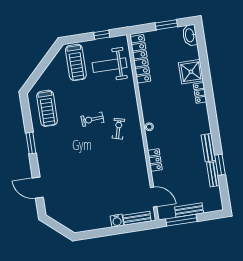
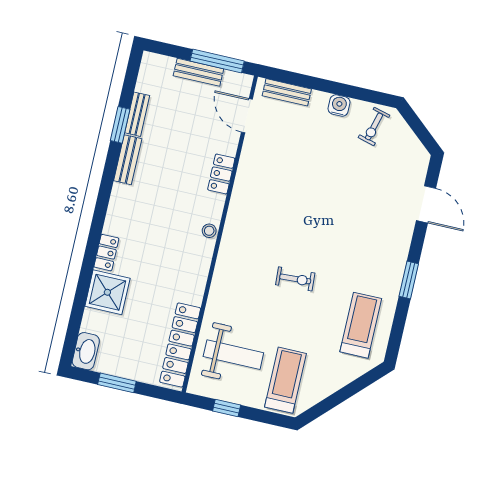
exercise bike: (118, 129) -> (374, 126), moved
water cooler: (117, 221) -> (339, 105), moved

